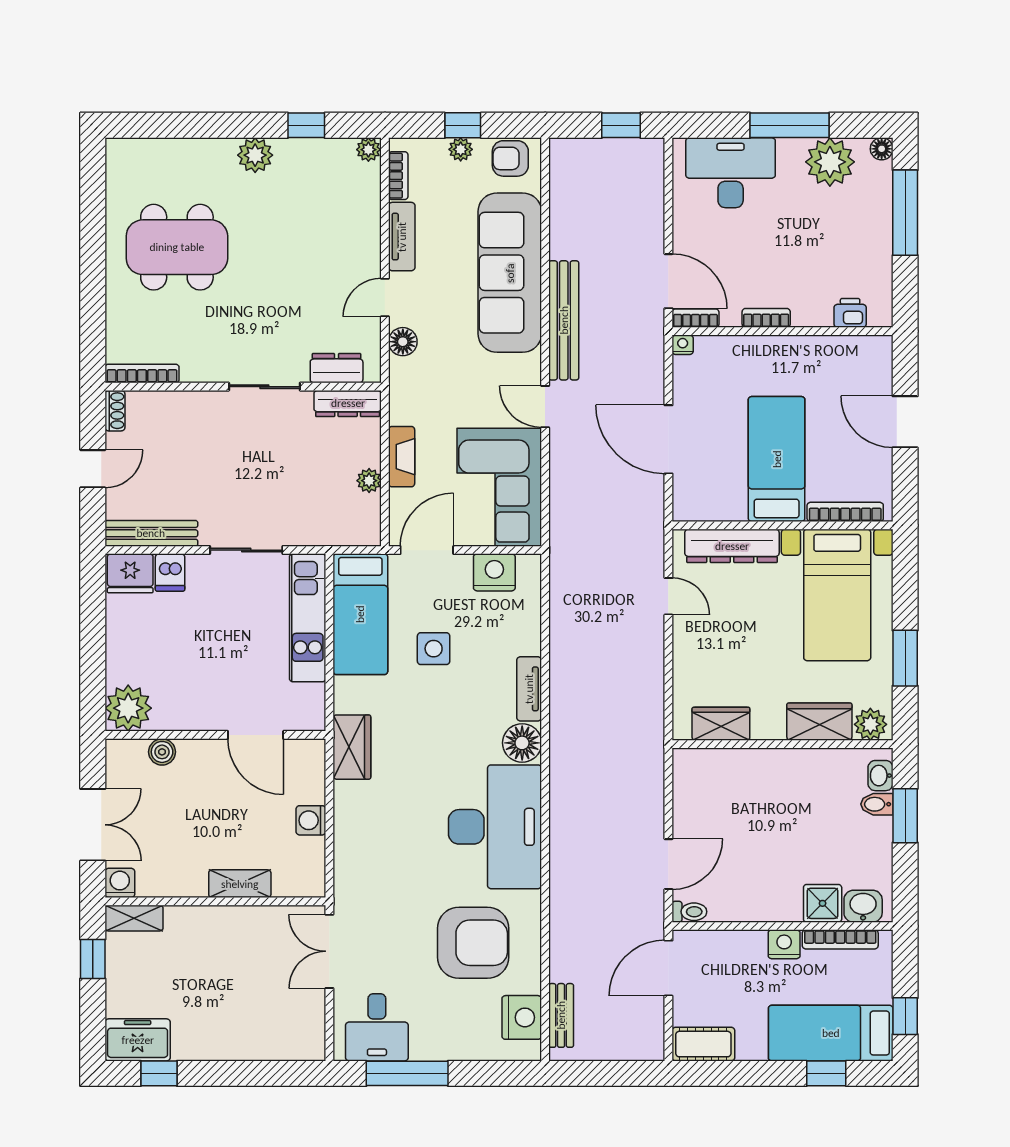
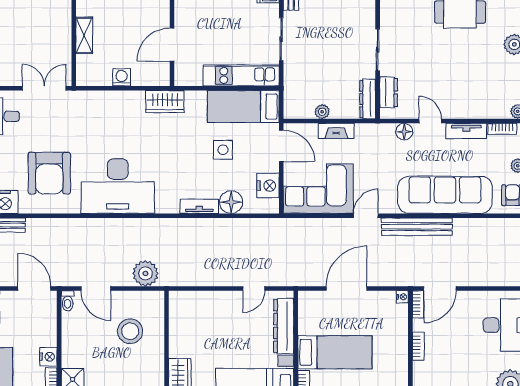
wardrobe: (721, 724) -> (179, 319), removed
floor lamp: (522, 743) -> (231, 202), moved
plant: (643, 780) -> (145, 273), added
stool: (741, 806) -> (130, 331), added

